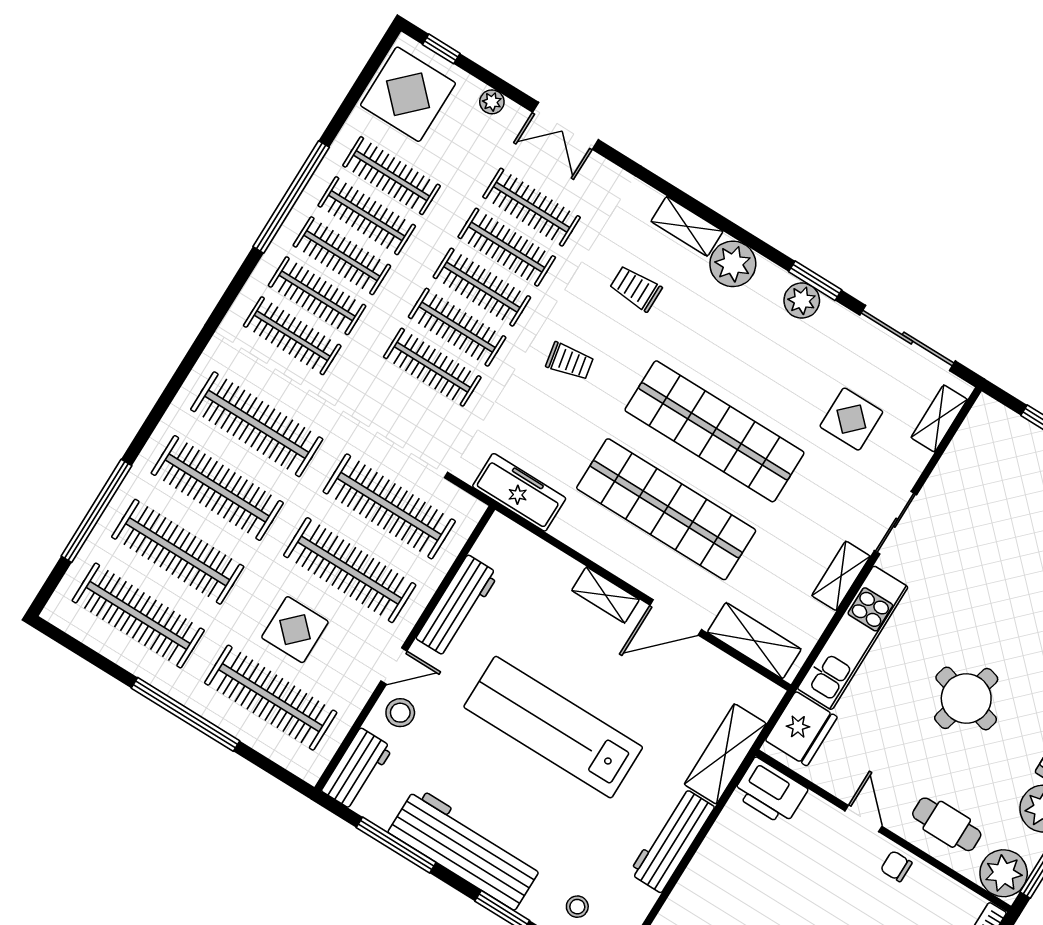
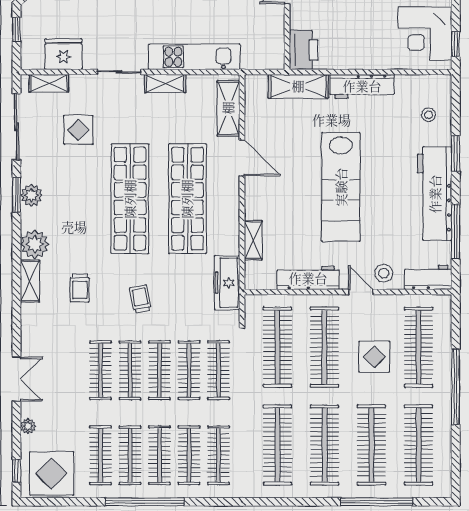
clothes rail: (532, 207) -> (219, 370), moved
shelving: (605, 595) -> (253, 240), moved
fridge: (801, 729) -> (64, 54), moved

